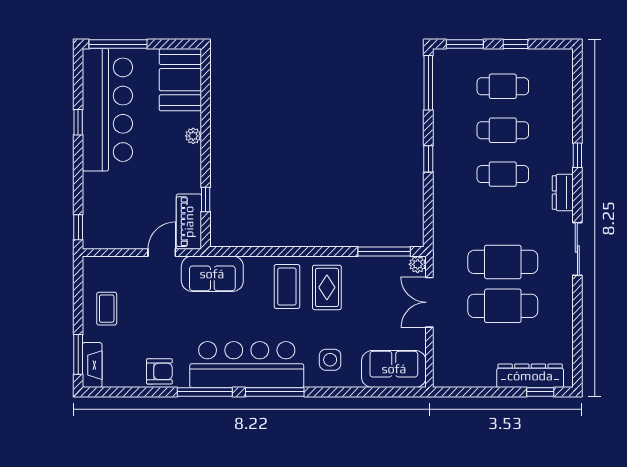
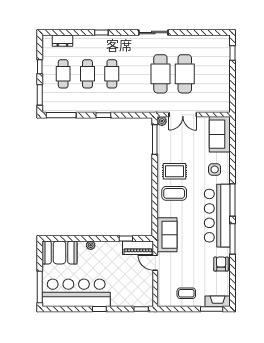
window: (78, 122) -> (99, 309), moved
dresser: (563, 193) -> (62, 41), moved
dresser: (530, 376) -> (224, 59), removed

